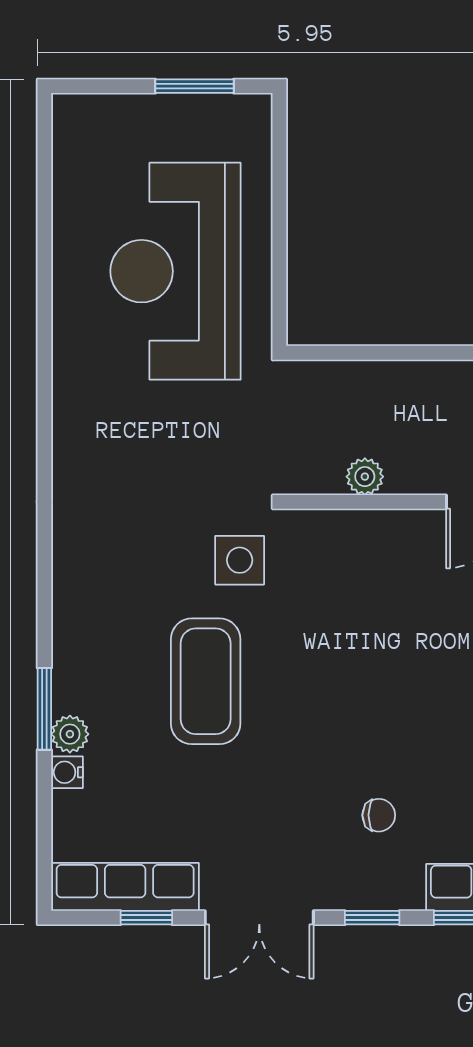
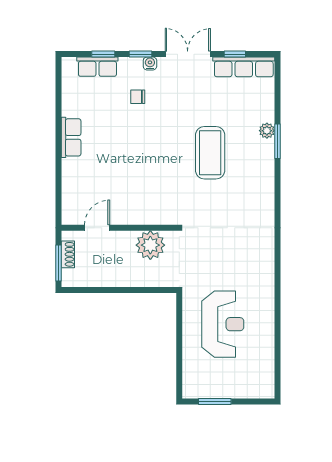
reception desk: (175, 271) -> (223, 324), width x0.74, depth x0.77
plant: (365, 477) -> (150, 245), width x1.88, depth x1.88
side table: (240, 560) -> (196, 203), removed
water cooler: (67, 772) -> (150, 63), moved, turned -90

